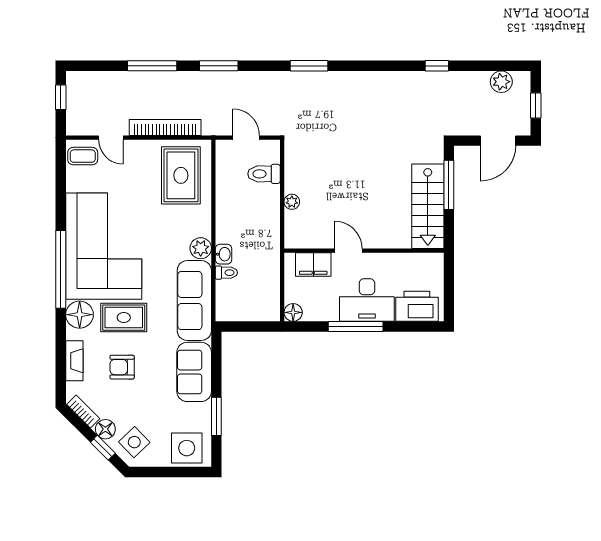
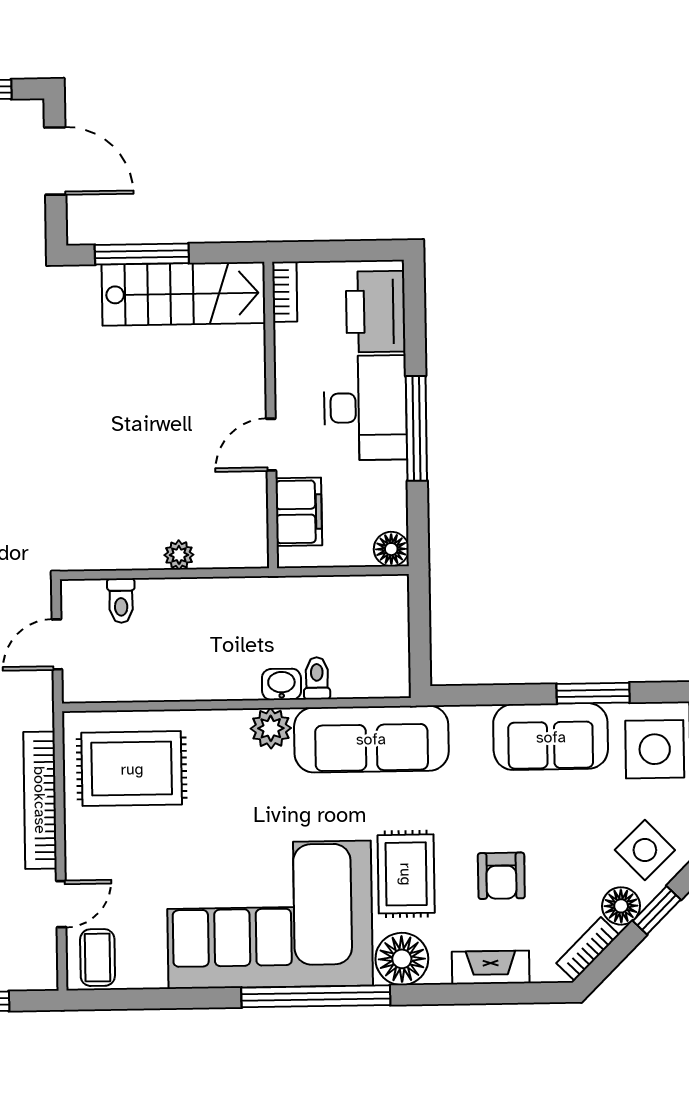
toilet: (264, 174) -> (121, 601), width x0.73, depth x0.72
bookcase: (428, 259) -> (285, 292), added
sofa: (194, 372) -> (551, 737), moved

